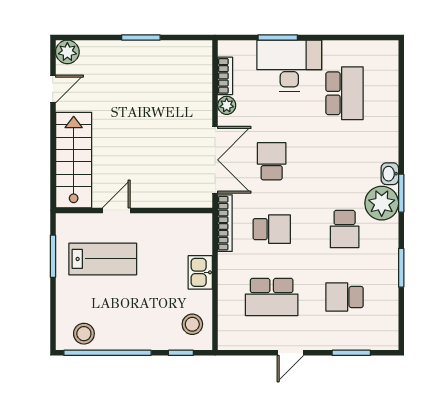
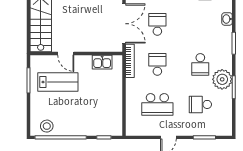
washbasin: (390, 174) -> (227, 19), moved
plant: (382, 203) -> (222, 79), moved
door: (116, 210) -> (66, 53), swing flipped
school desk: (272, 229) -> (157, 64), turned -90
kitchen sink: (200, 272) -> (102, 62), moved, turned -90
stool: (192, 324) -> (111, 121), removed

